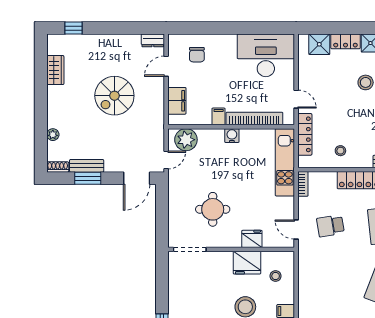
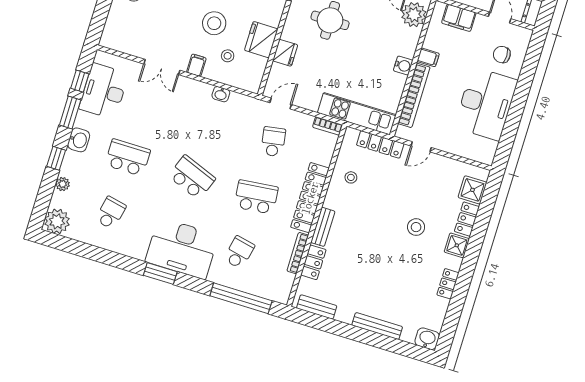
desk: (266, 55) -> (486, 104), moved
stool: (276, 276) -> (228, 56), moved
washbasin: (304, 283) -> (221, 94), added

